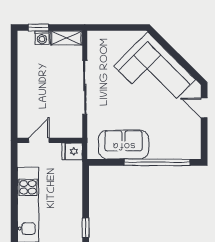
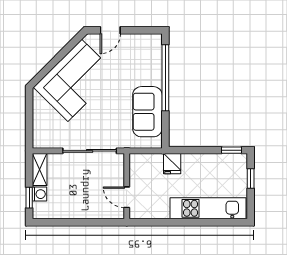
door: (39, 140) -> (127, 197), moved
wall: (50, 140) -> (127, 186), moved
fridge: (72, 151) -> (172, 164), moved

